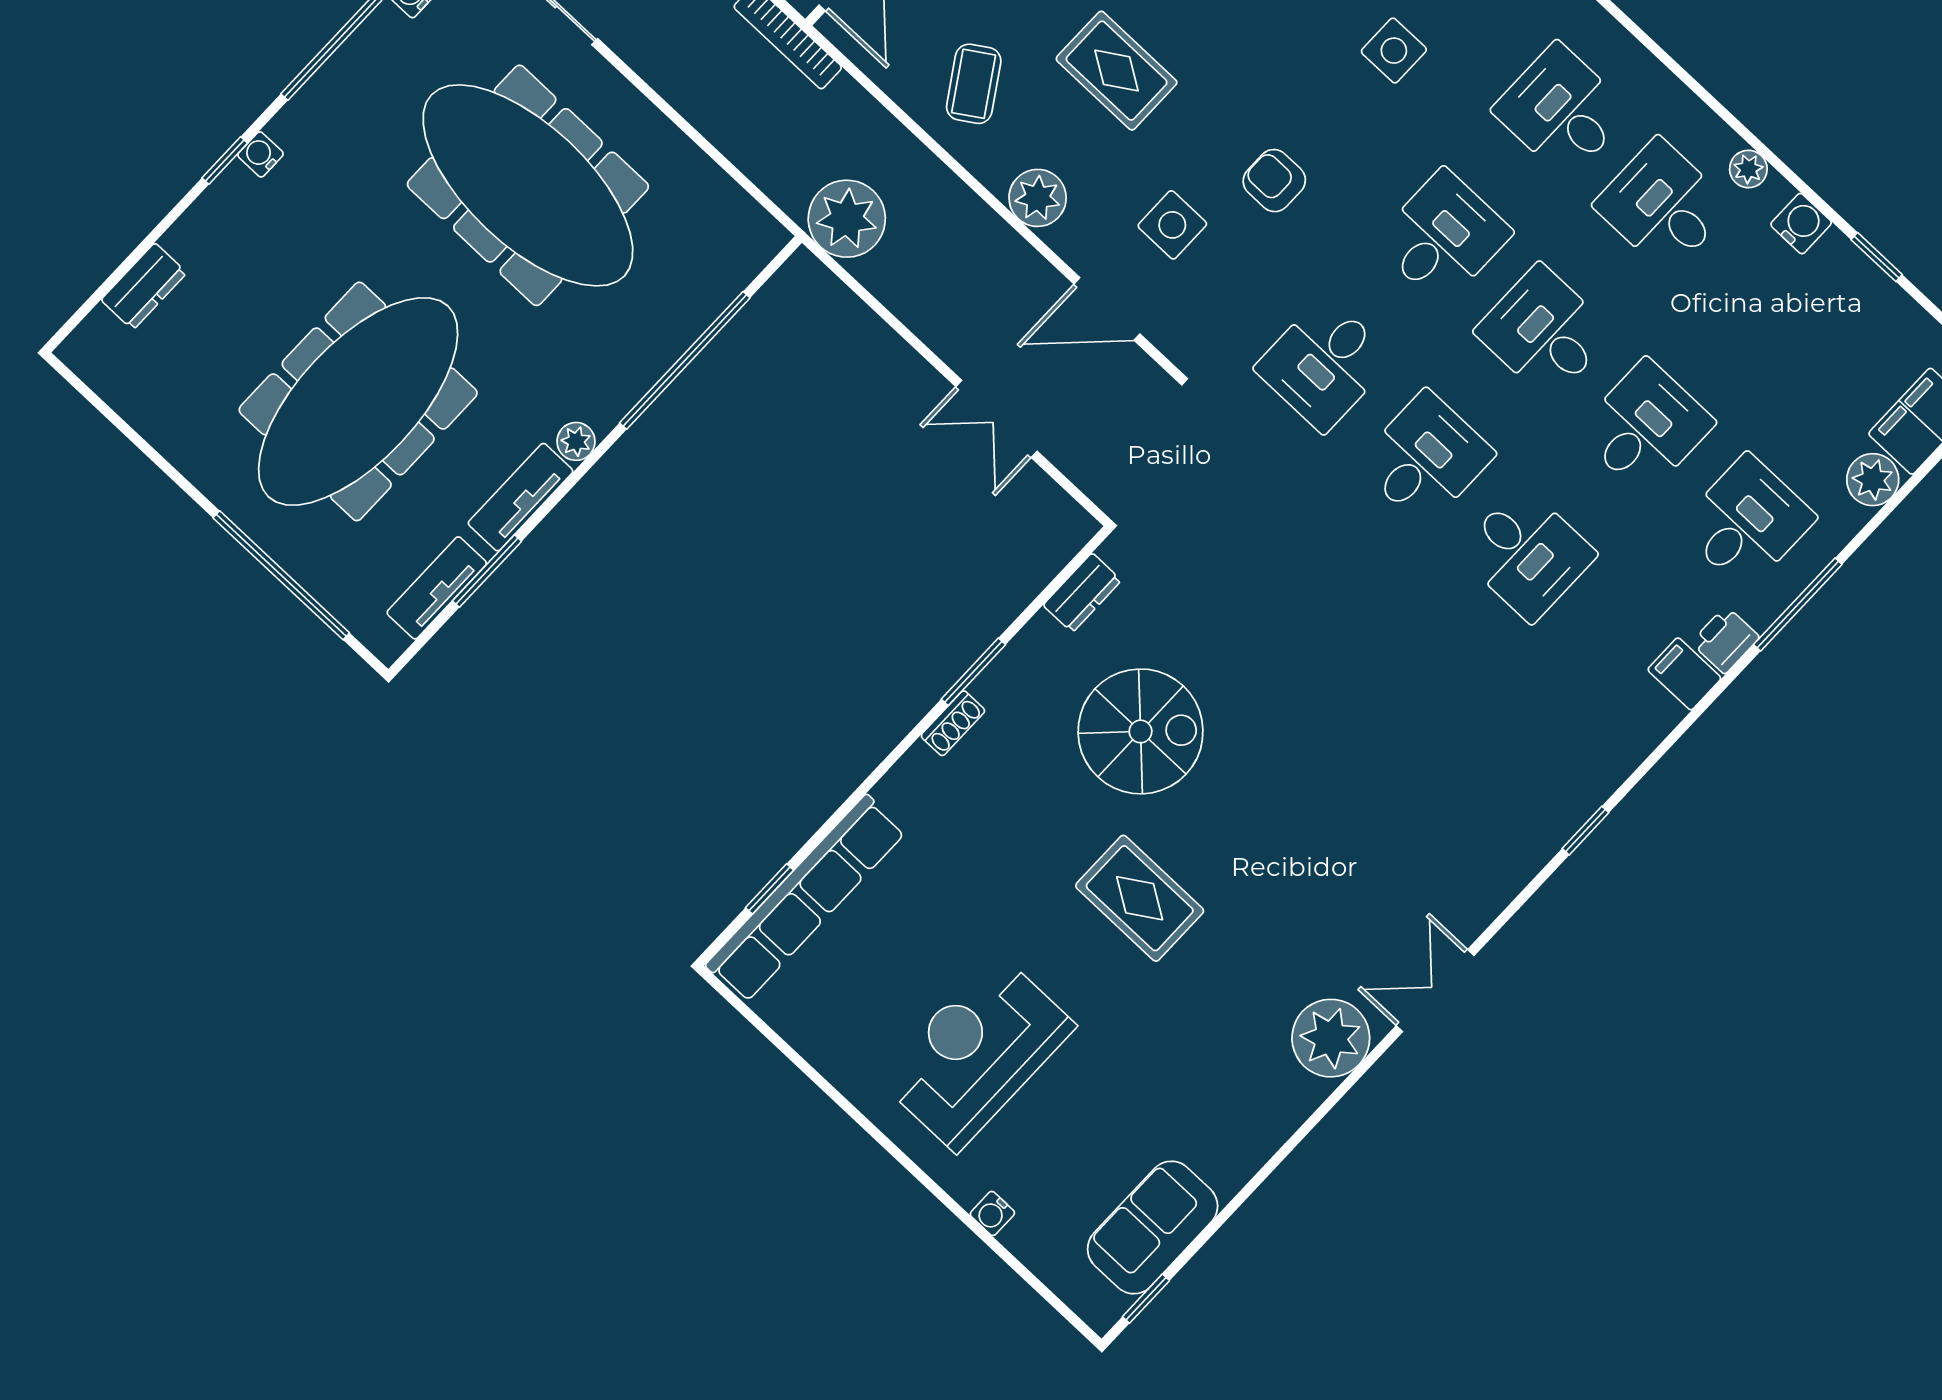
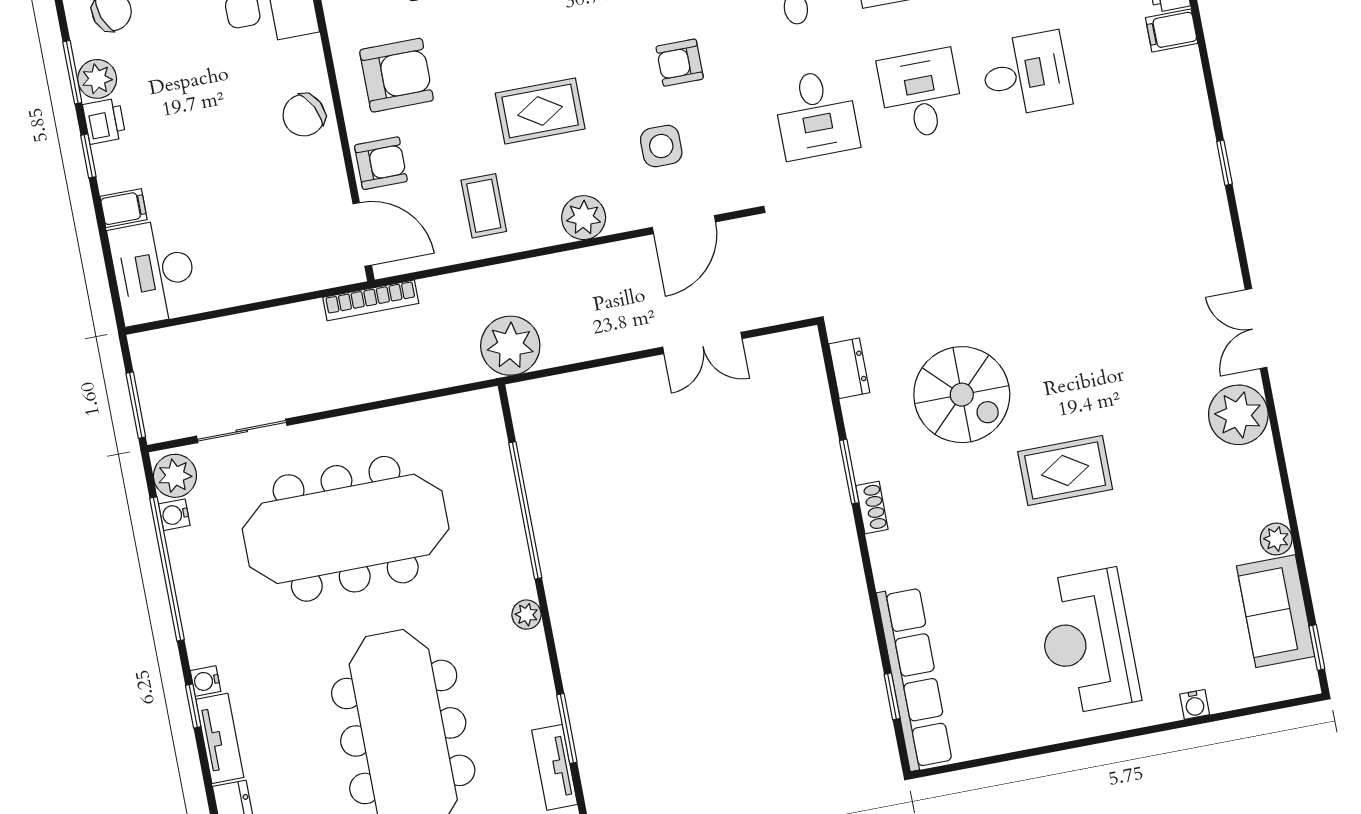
coffee table: (974, 84) -> (484, 206), turned 33
tv unit: (520, 497) -> (220, 738), moved, turned 180
spiral stairs: (1141, 731) -> (962, 395), turned 90
plant: (1229, 1173) -> (1276, 539), added

